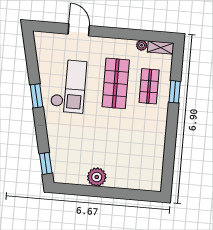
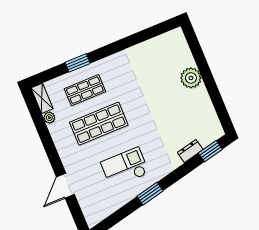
checkout: (69, 86) -> (125, 168), width x0.73, depth x0.83
dresser: (54, 147) -> (190, 151), added
plant: (97, 177) -> (191, 78), moved

